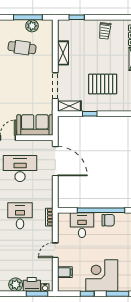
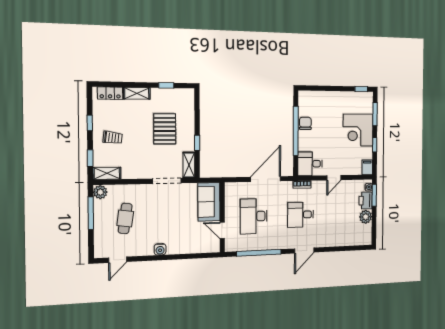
window: (108, 17) -> (90, 123), added
plant: (32, 26) -> (100, 192), moved
trolley: (105, 31) -> (113, 138), moved
shelving: (63, 53) -> (107, 173), moved
door: (55, 161) -> (266, 179), moved
desk: (82, 225) -> (310, 164), moved
door: (55, 250) -> (334, 178), hinge flipped
filing cabinet: (65, 272) -> (367, 167), moved

